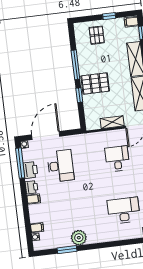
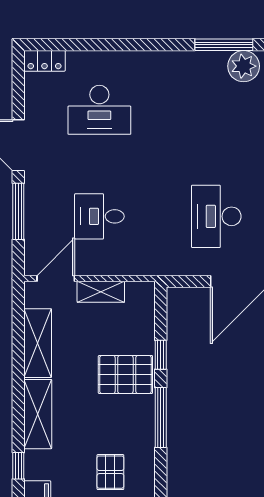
desk: (117, 159) -> (99, 216), turned 90
plant: (79, 238) -> (244, 66), moved
window: (67, 250) -> (224, 45), width x1.44

